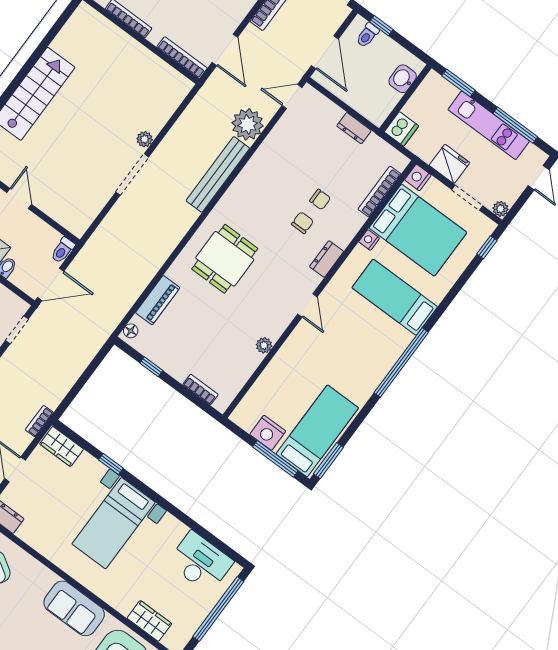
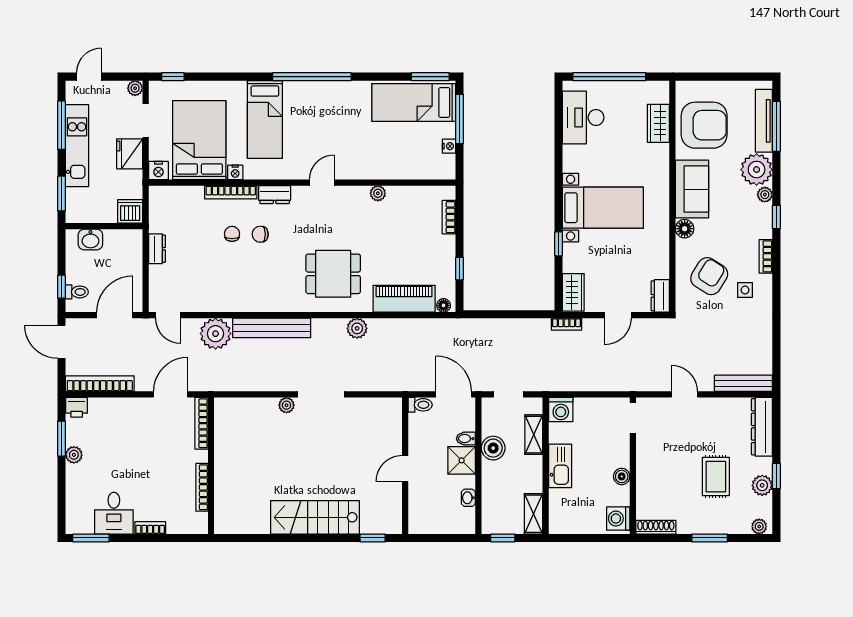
bookcase: (380, 192) -> (231, 192), moved
plant: (165, 245) -> (357, 328), added
piano: (158, 300) -> (404, 299), width x1.37, depth x1.33
nightstand: (268, 433) -> (449, 146), width x0.53, depth x0.56
floor lamp: (46, 578) -> (685, 229), added

